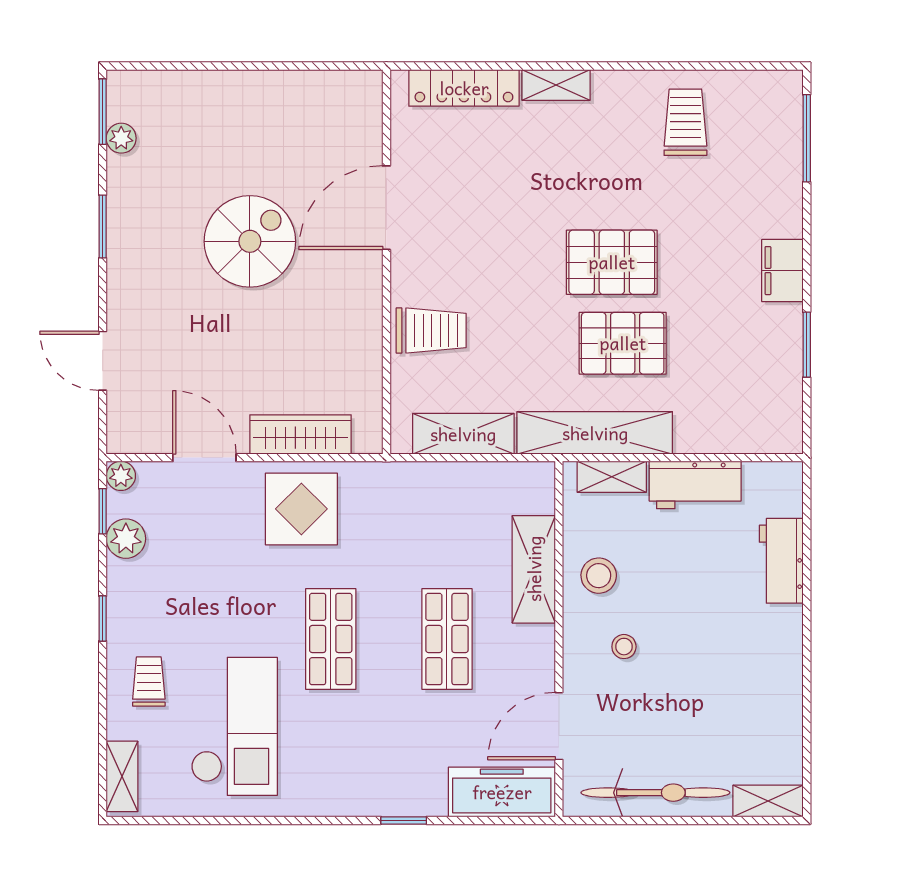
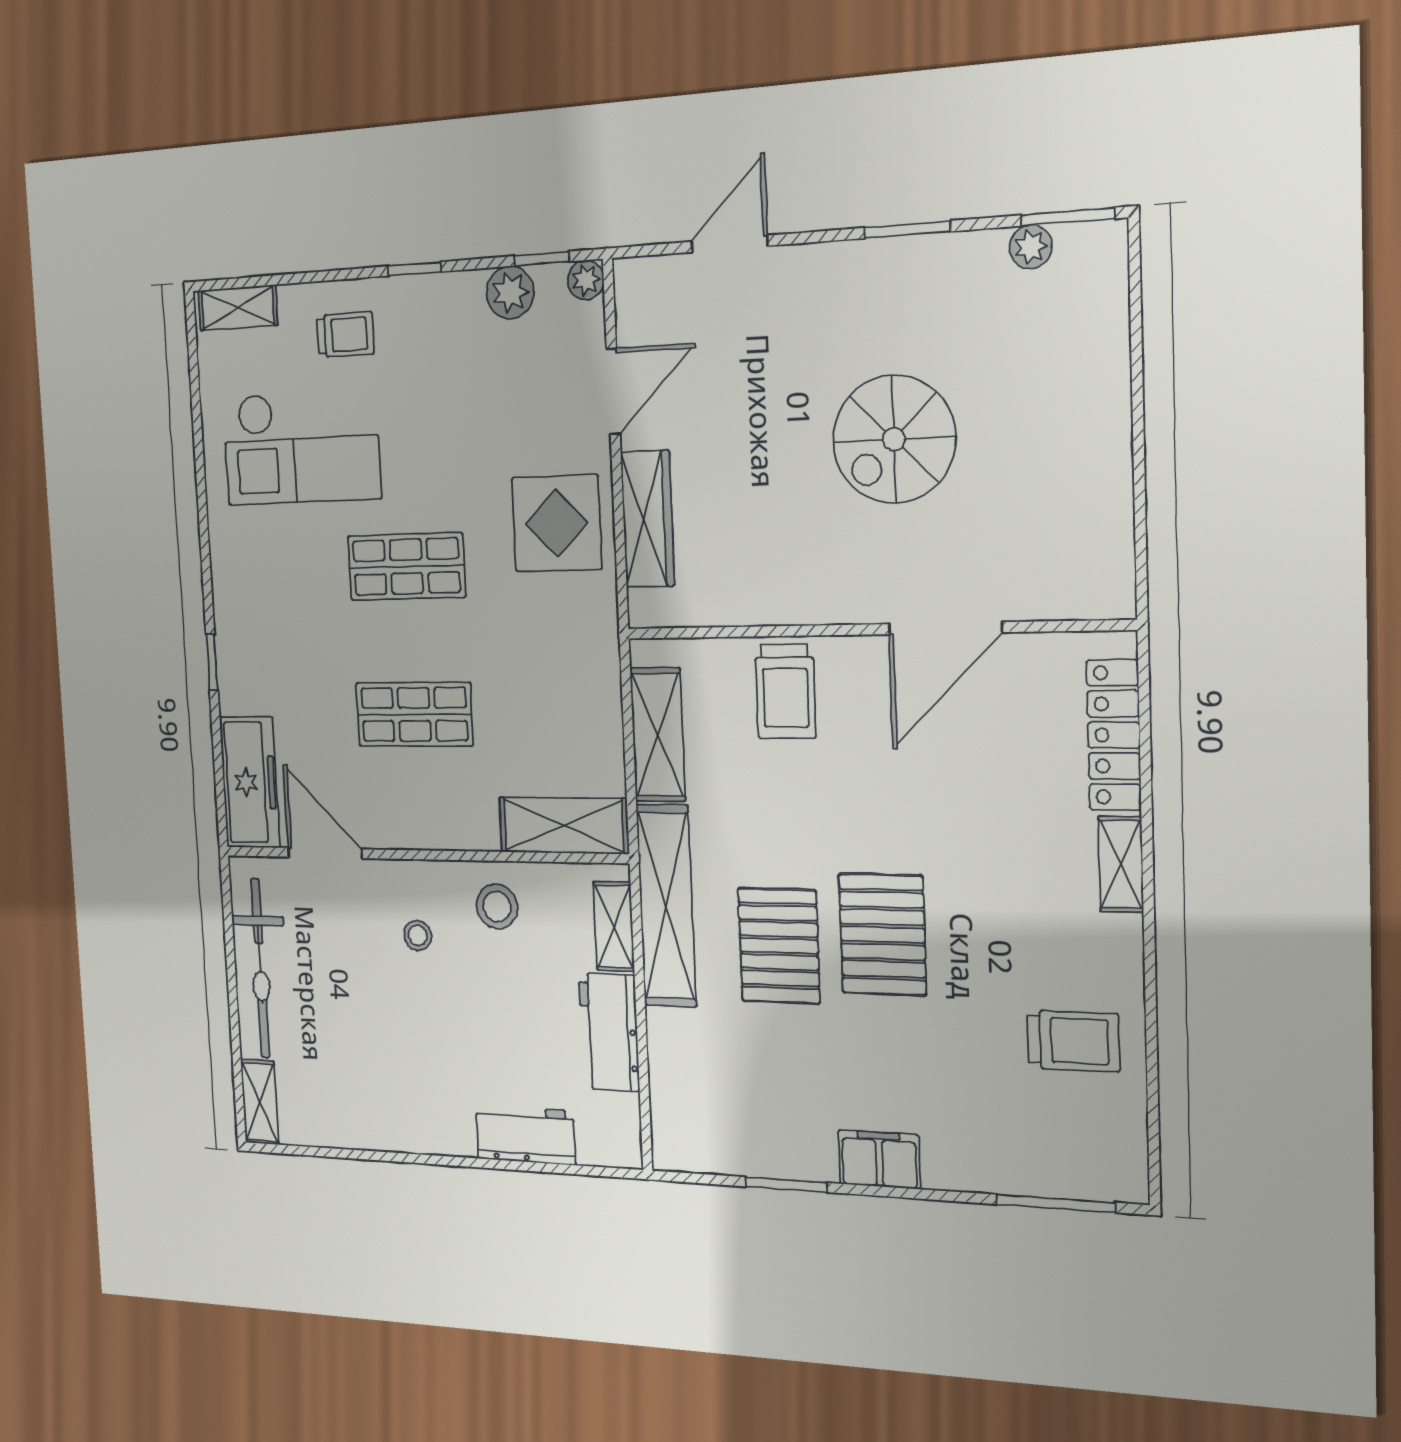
door: (386, 208) -> (945, 628), swing flipped
spiral stairs: (250, 241) -> (894, 439), turned 90
shelving: (534, 569) -> (564, 825), moved

